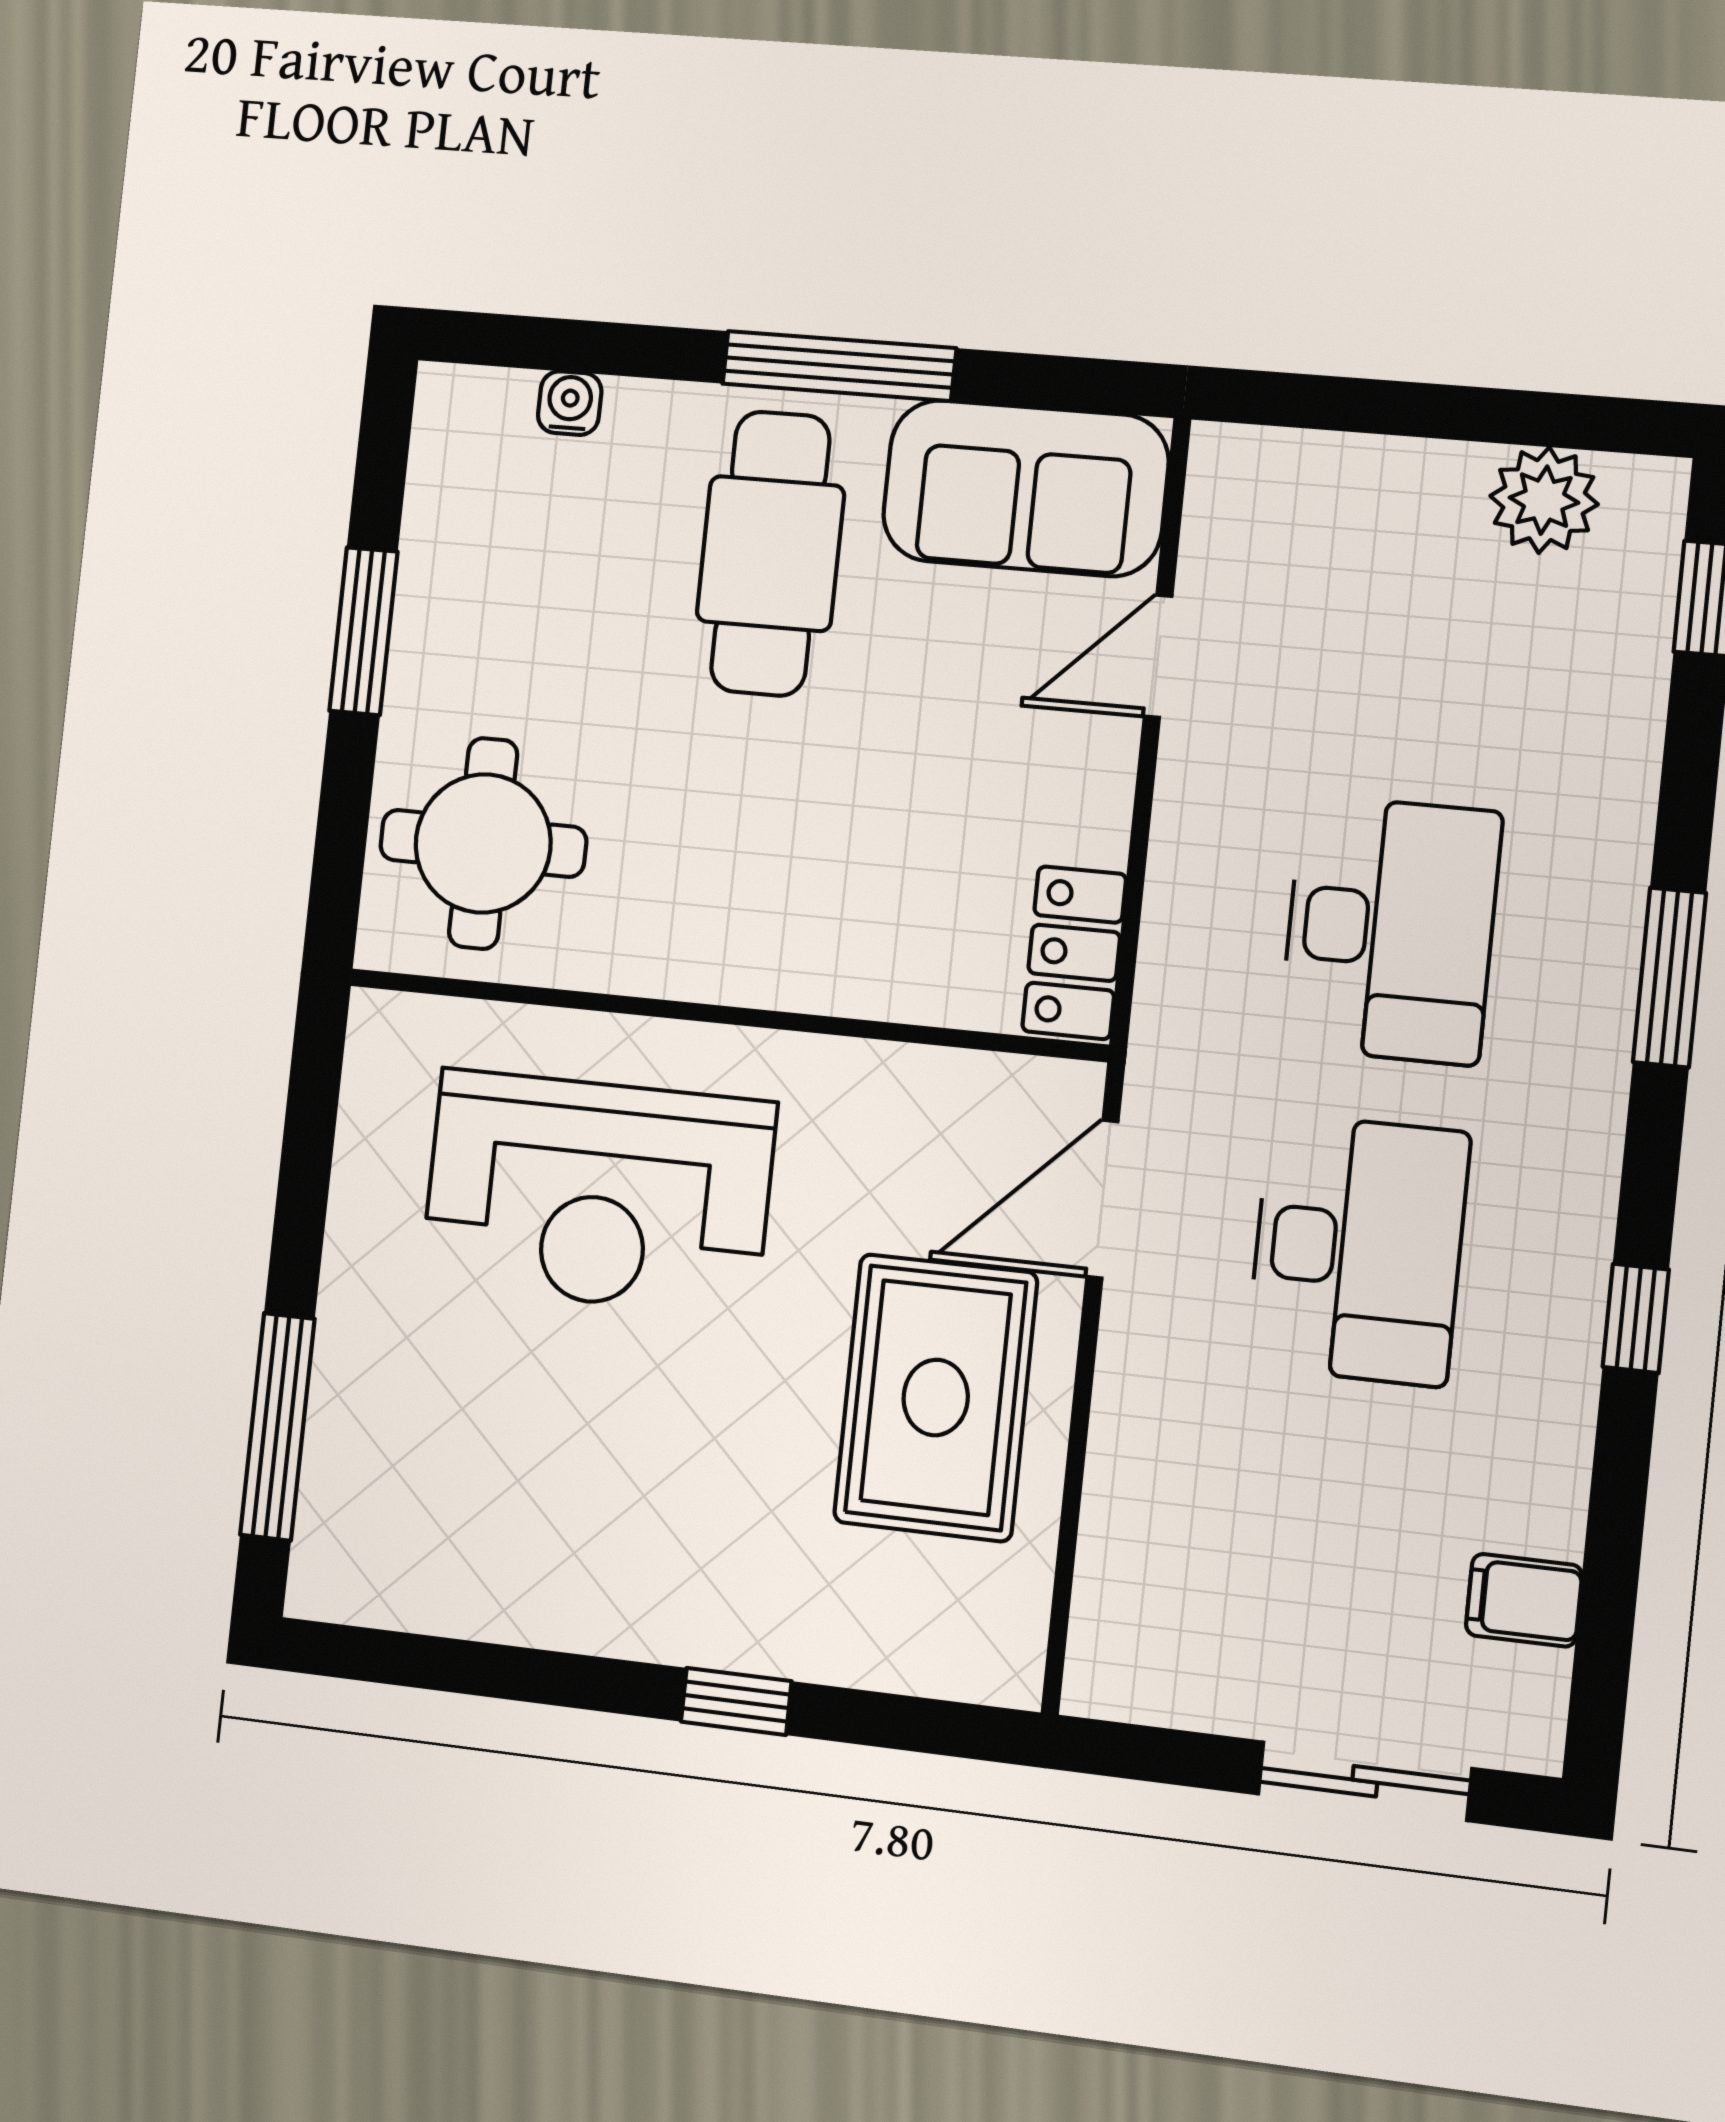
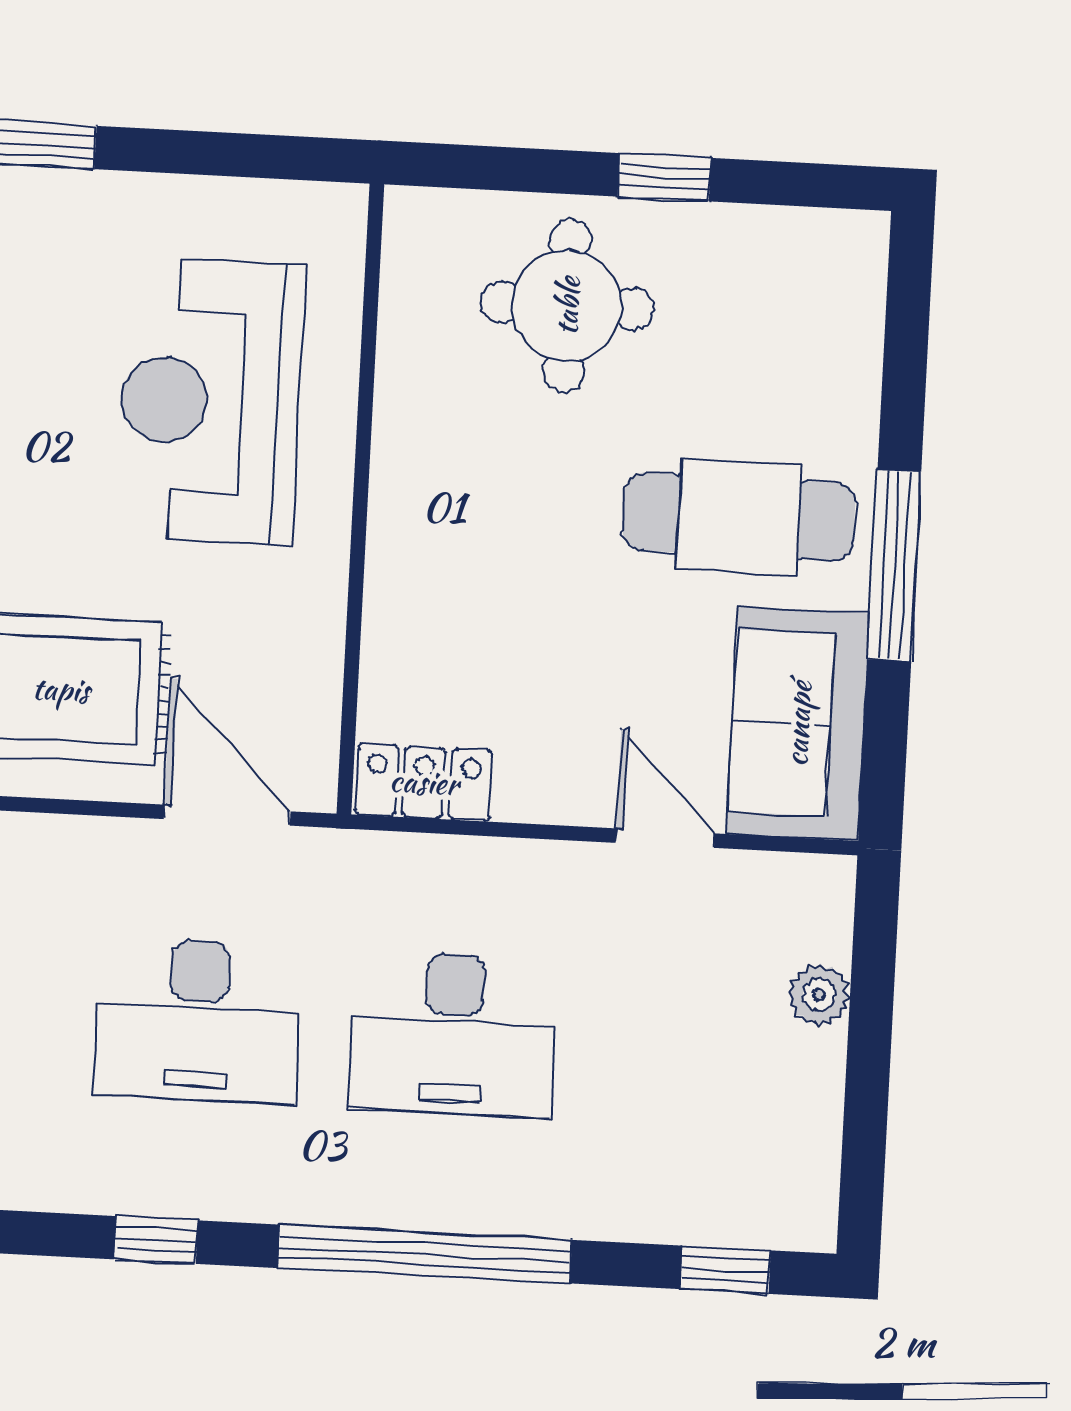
water cooler: (570, 403) -> (859, 342), removed
plant: (1544, 500) -> (819, 995), moved, width x0.73, depth x0.73
window: (363, 631) -> (664, 177), width x0.67
round table: (483, 843) -> (567, 306), moved
window: (1669, 978) -> (425, 1254), width x2.11

